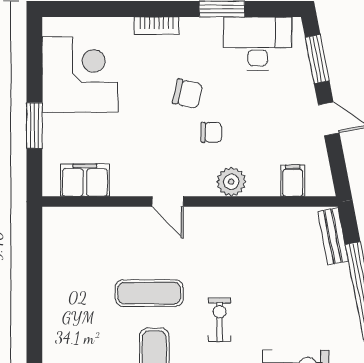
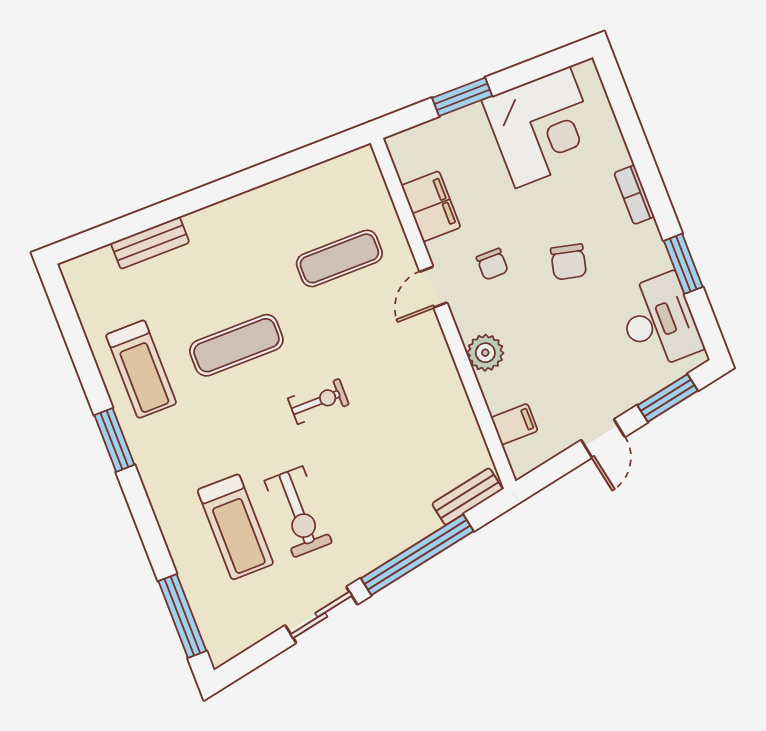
chair: (211, 132) -> (492, 264), moved
filing cabinet: (85, 180) -> (431, 206), moved
exercise mat: (149, 293) -> (339, 258), moved, turned 90

